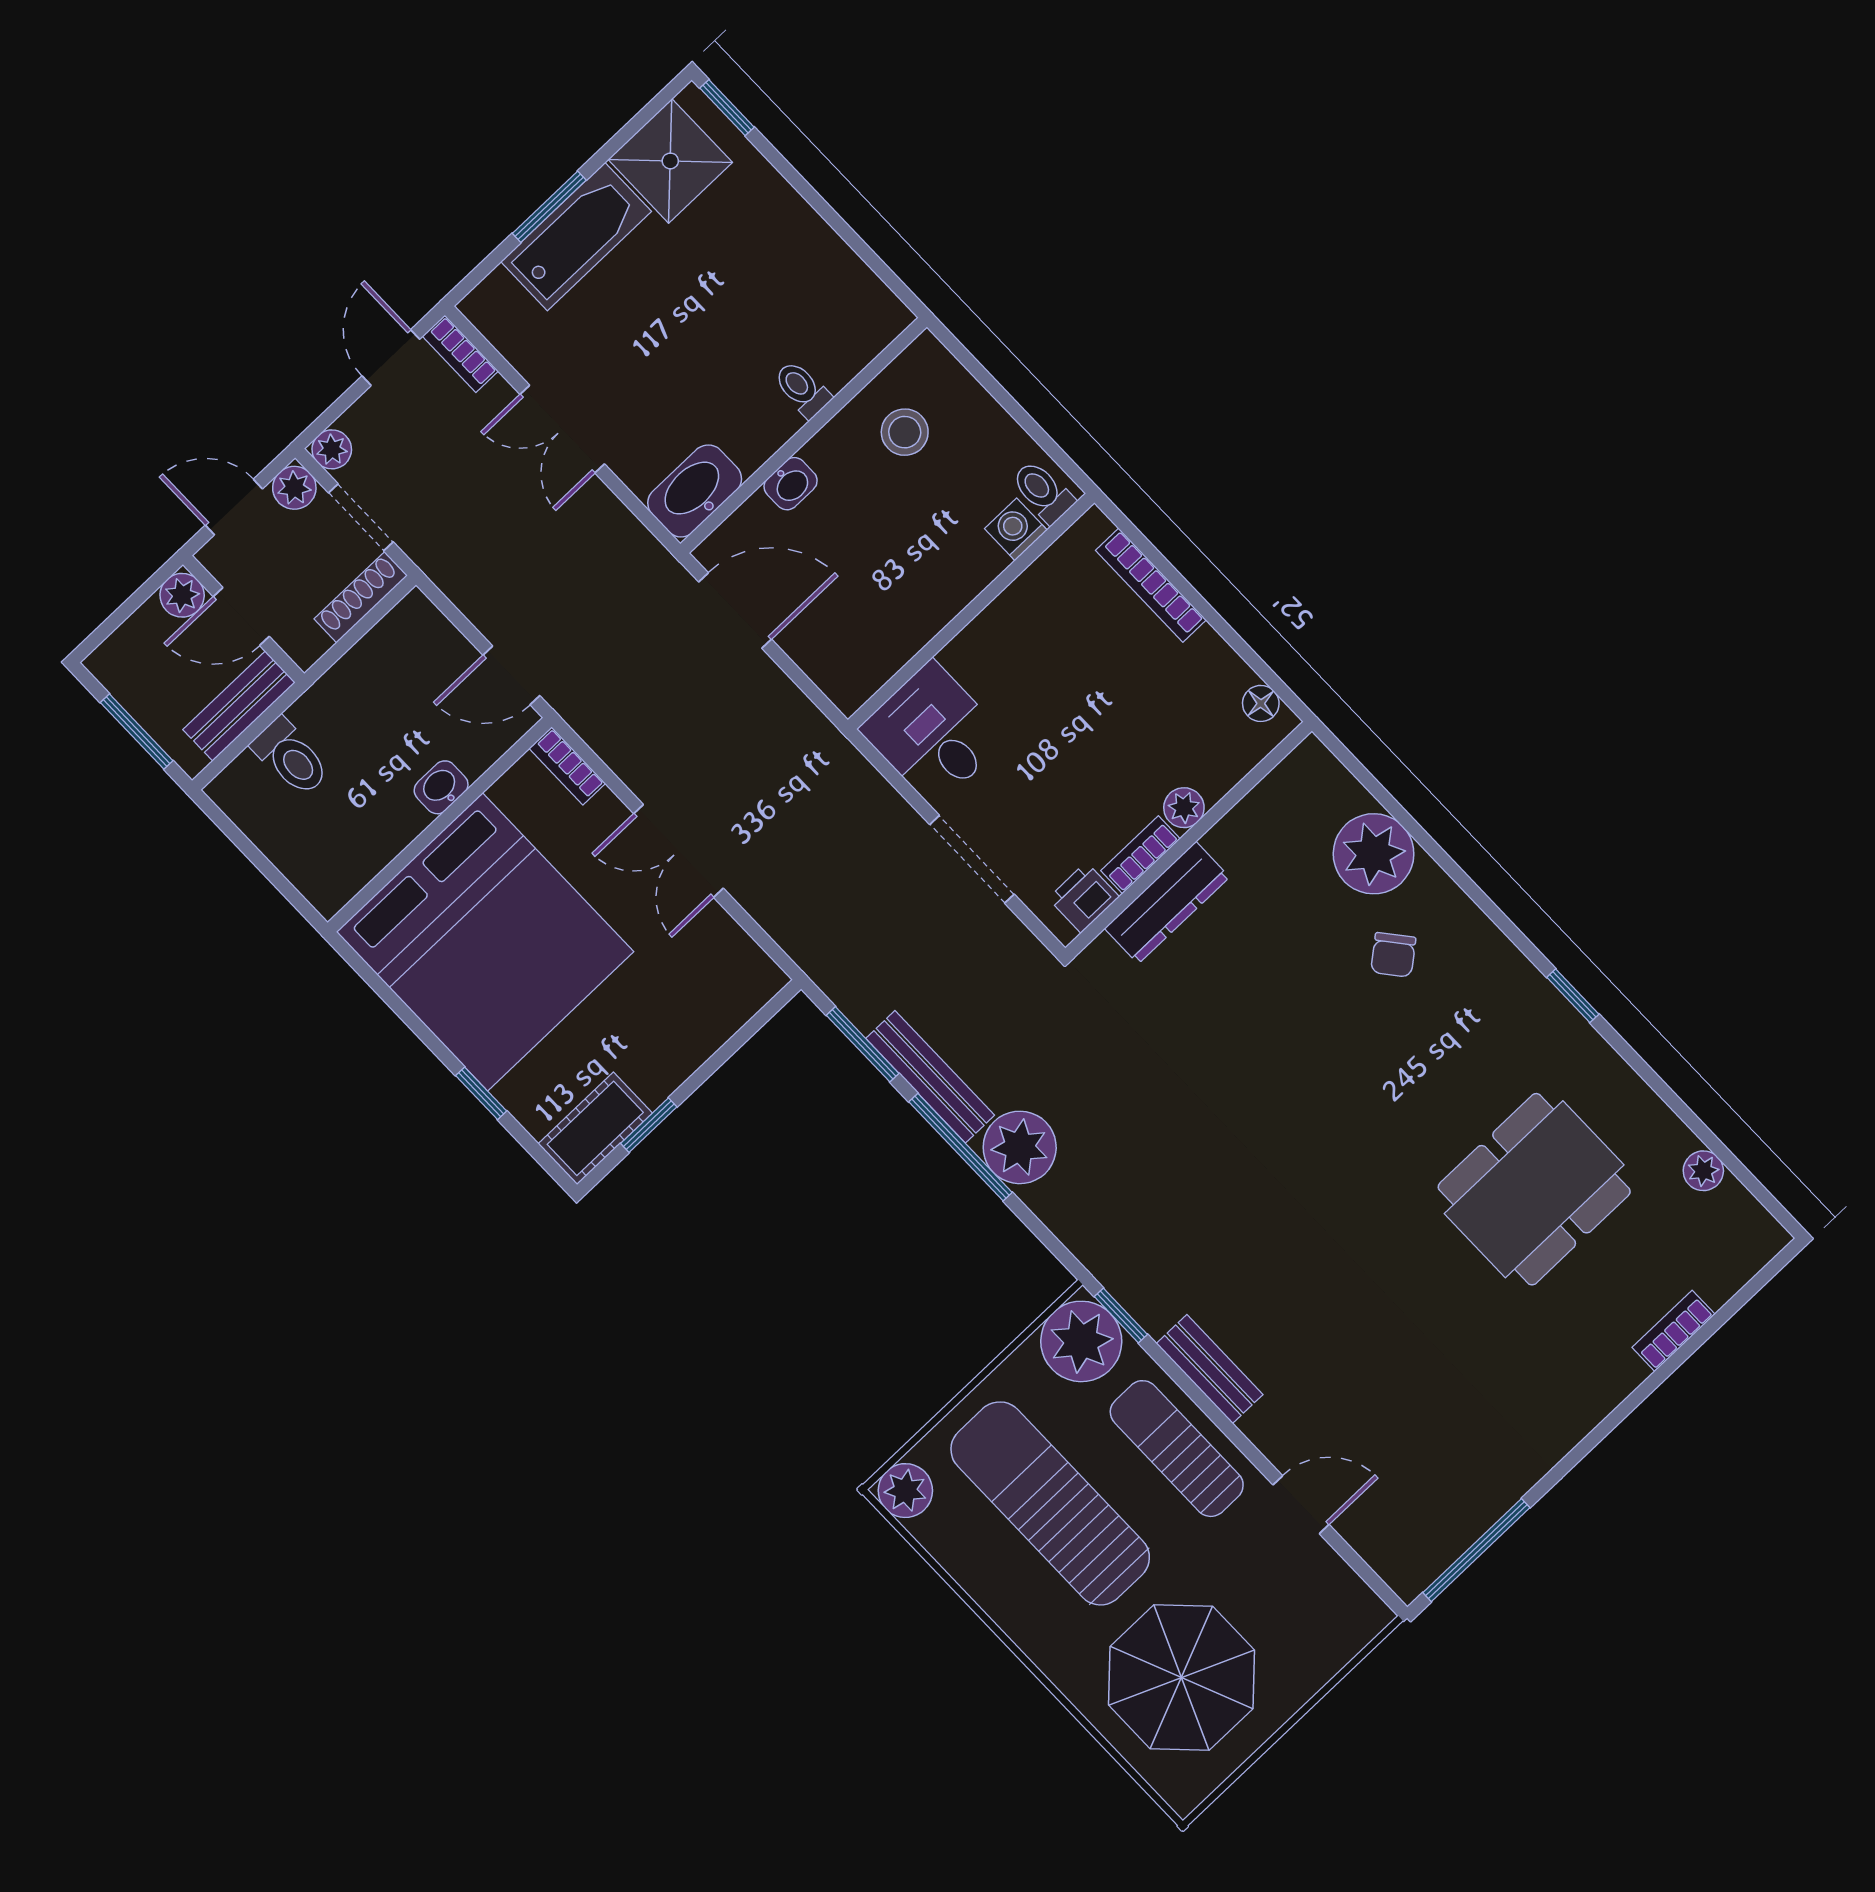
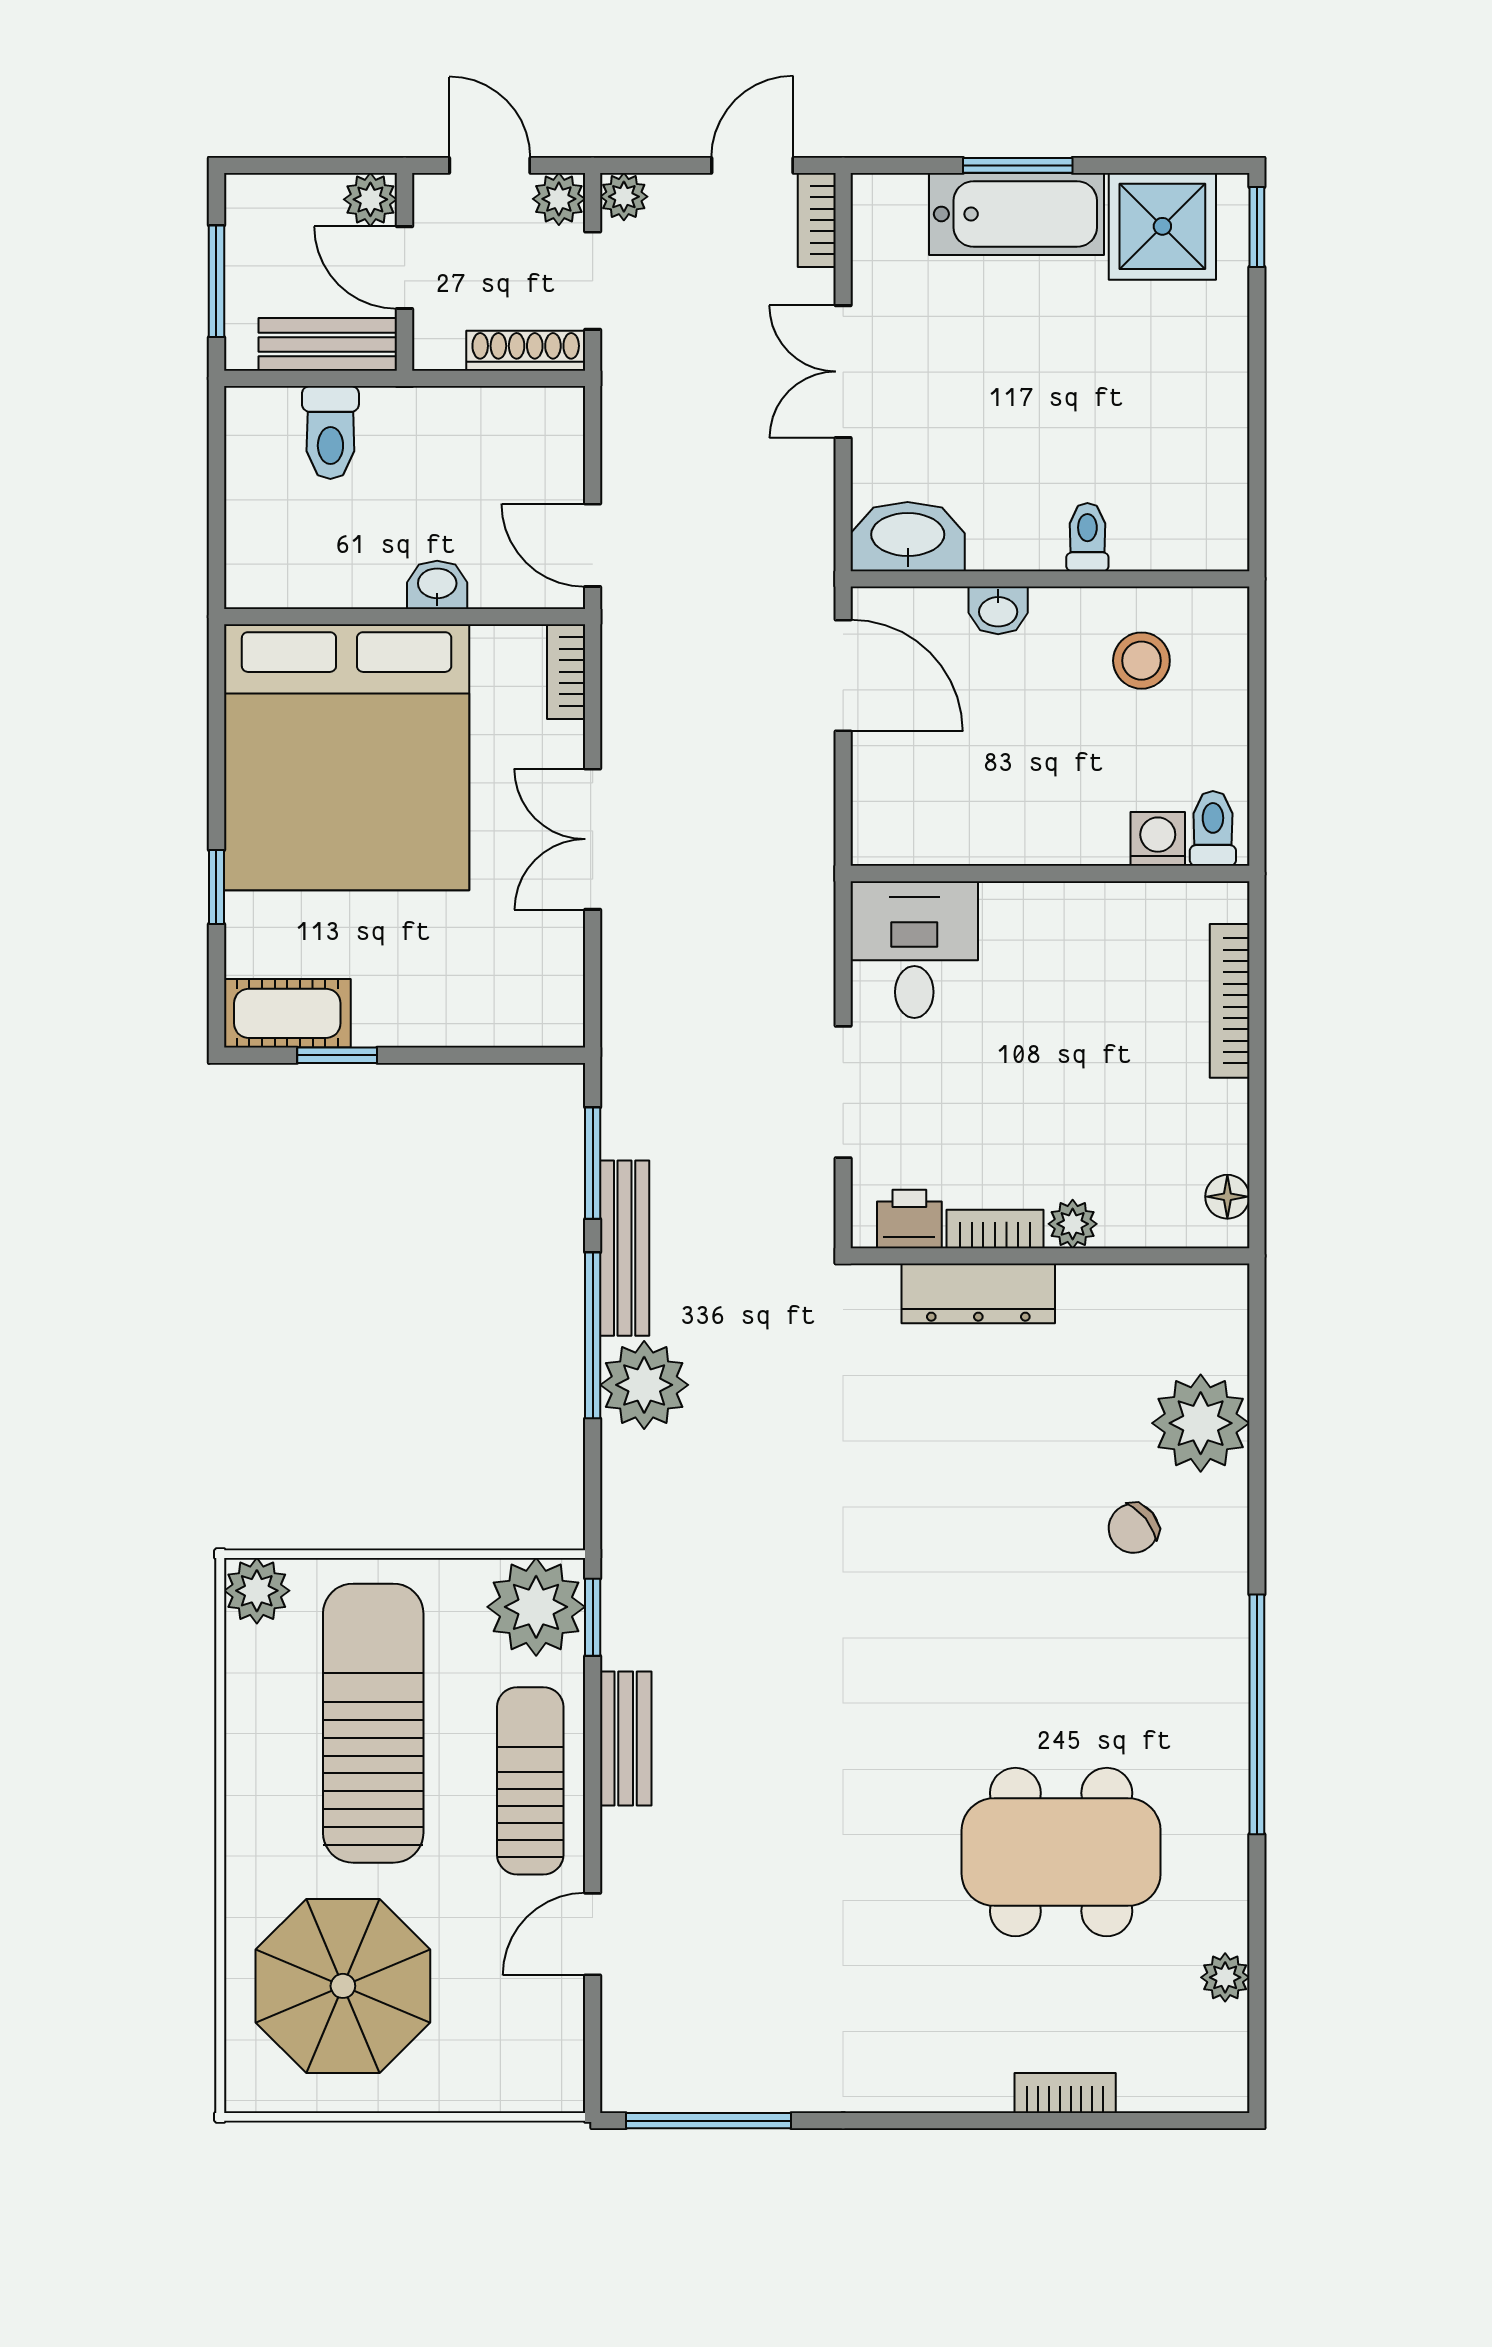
window: (1573, 996) -> (1257, 1714), width x3.17
door: (1301, 1505) -> (593, 1934), swing flipped

